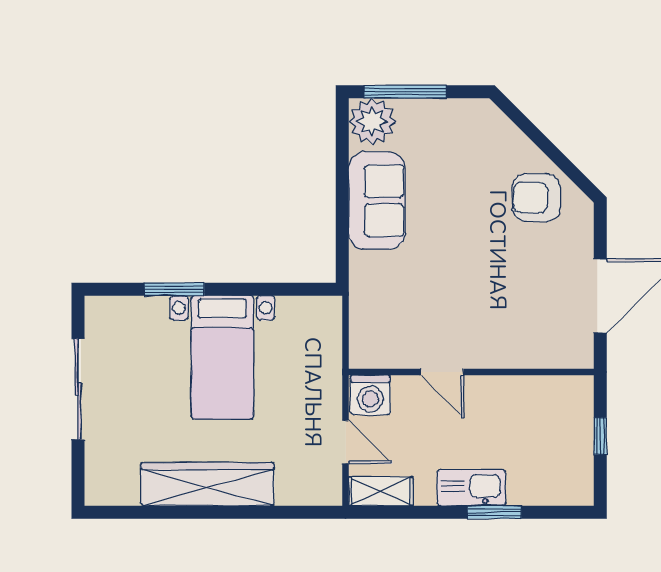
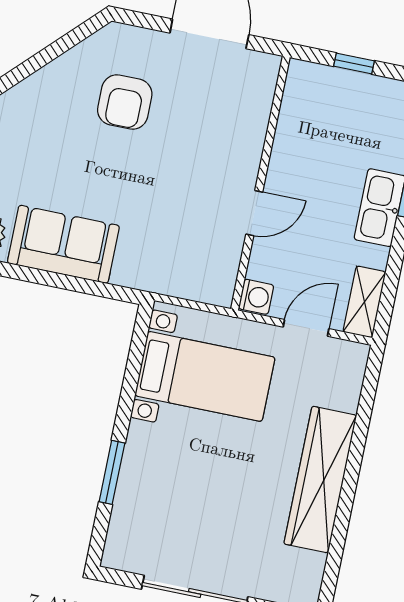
armchair: (536, 198) -> (125, 102), moved
bed with nightstands: (222, 357) -> (205, 376), moved
washing machine: (370, 395) -> (256, 297), width x0.73, depth x0.73

